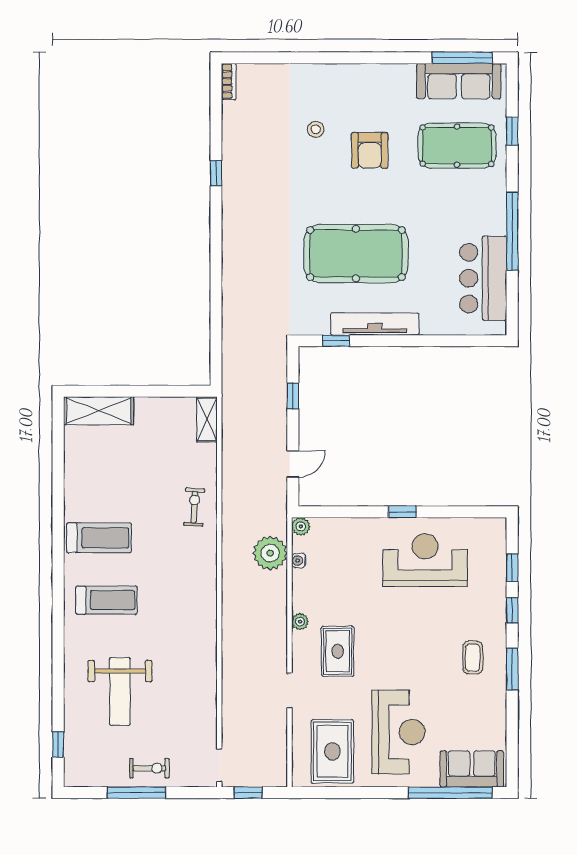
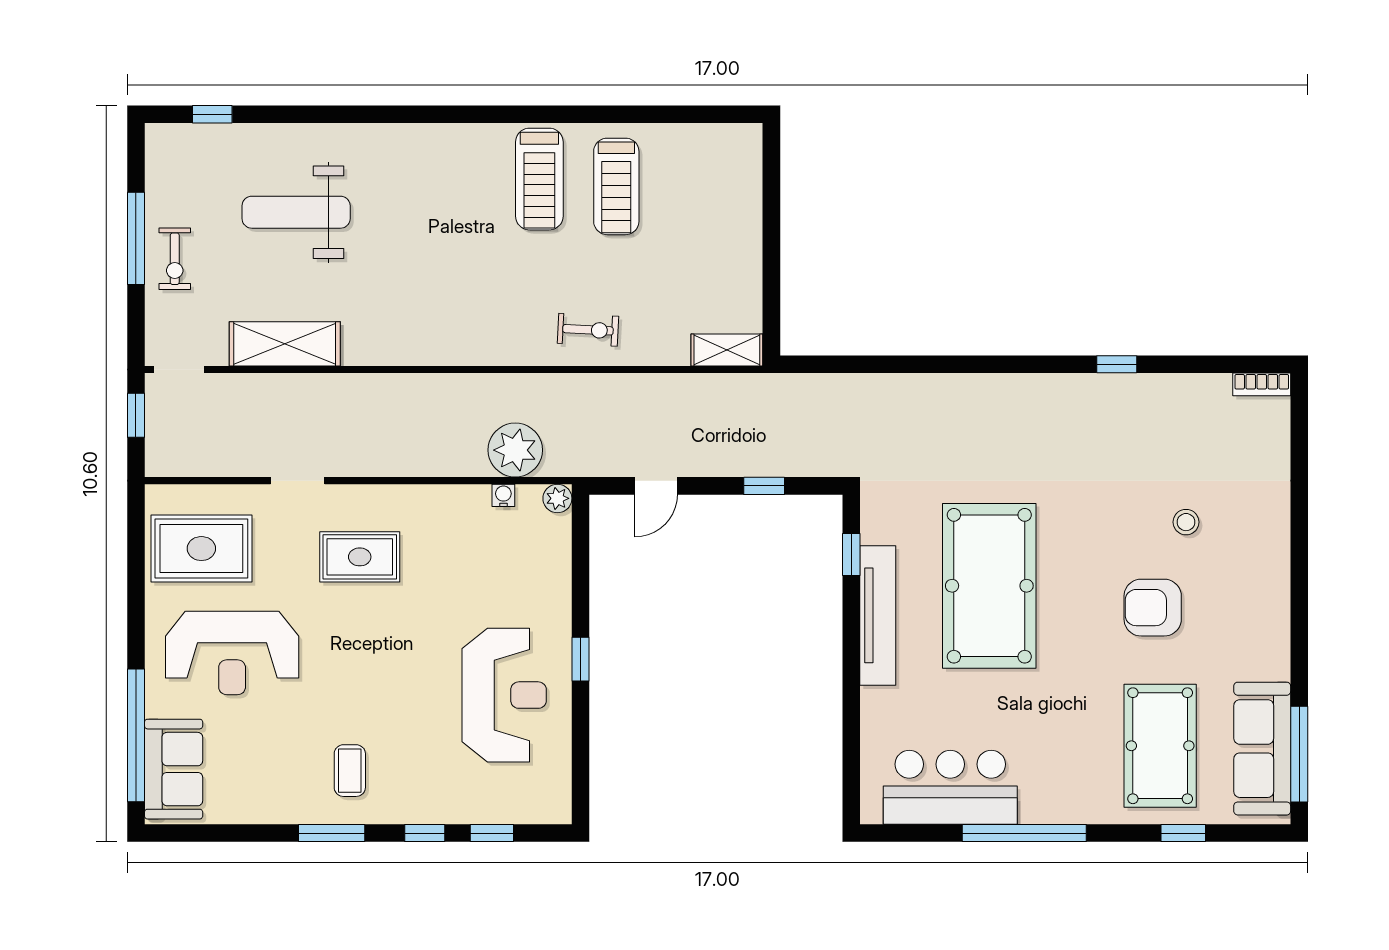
shelving: (99, 411) -> (285, 344), moved, turned 90
door: (293, 464) -> (656, 486), hinge flipped
treadmill: (107, 600) -> (616, 186), moved
plant: (300, 622) -> (407, 497), removed
coffee table: (473, 658) -> (350, 771), turned 90

